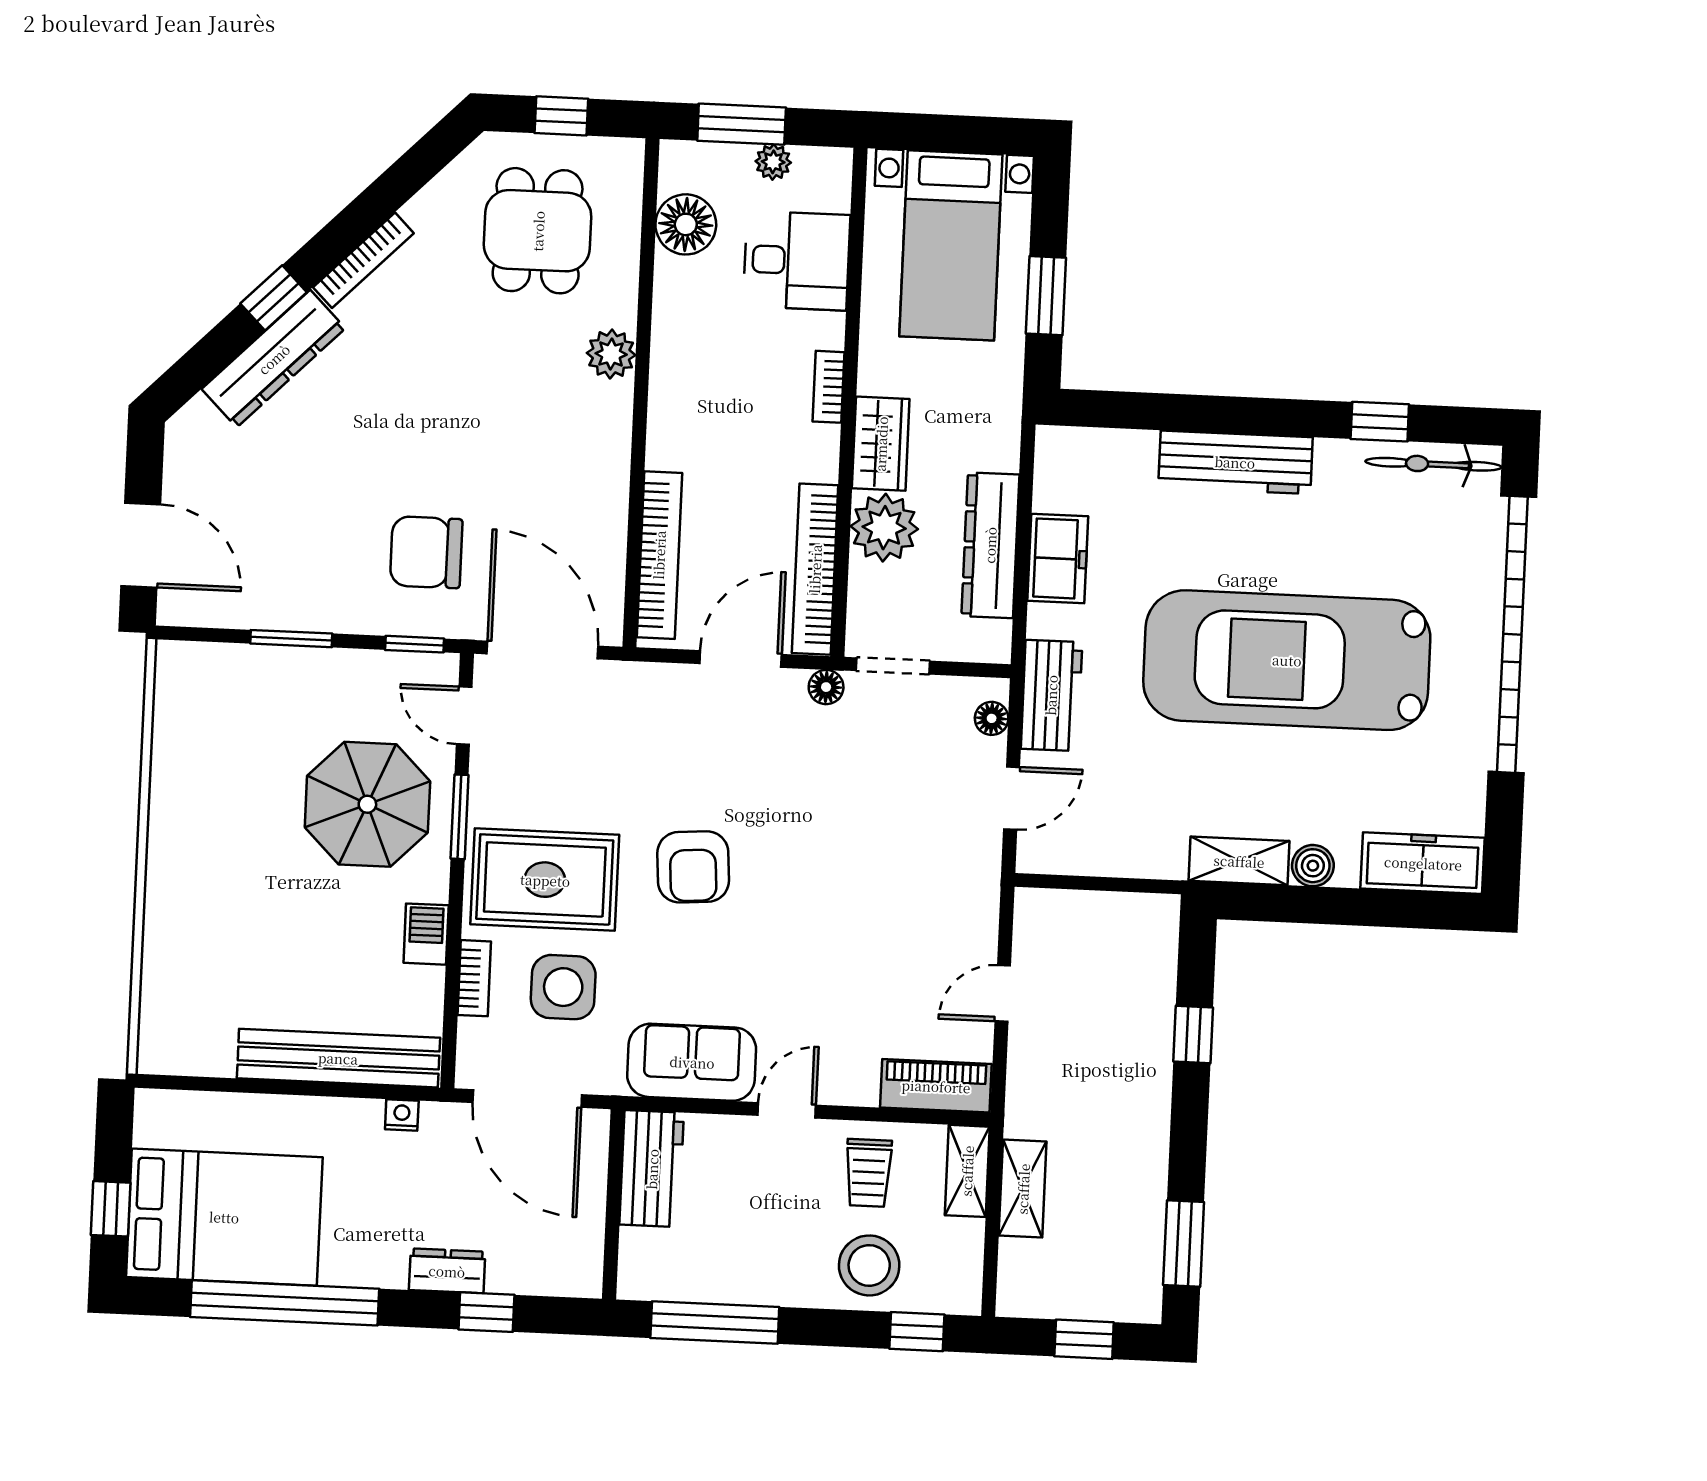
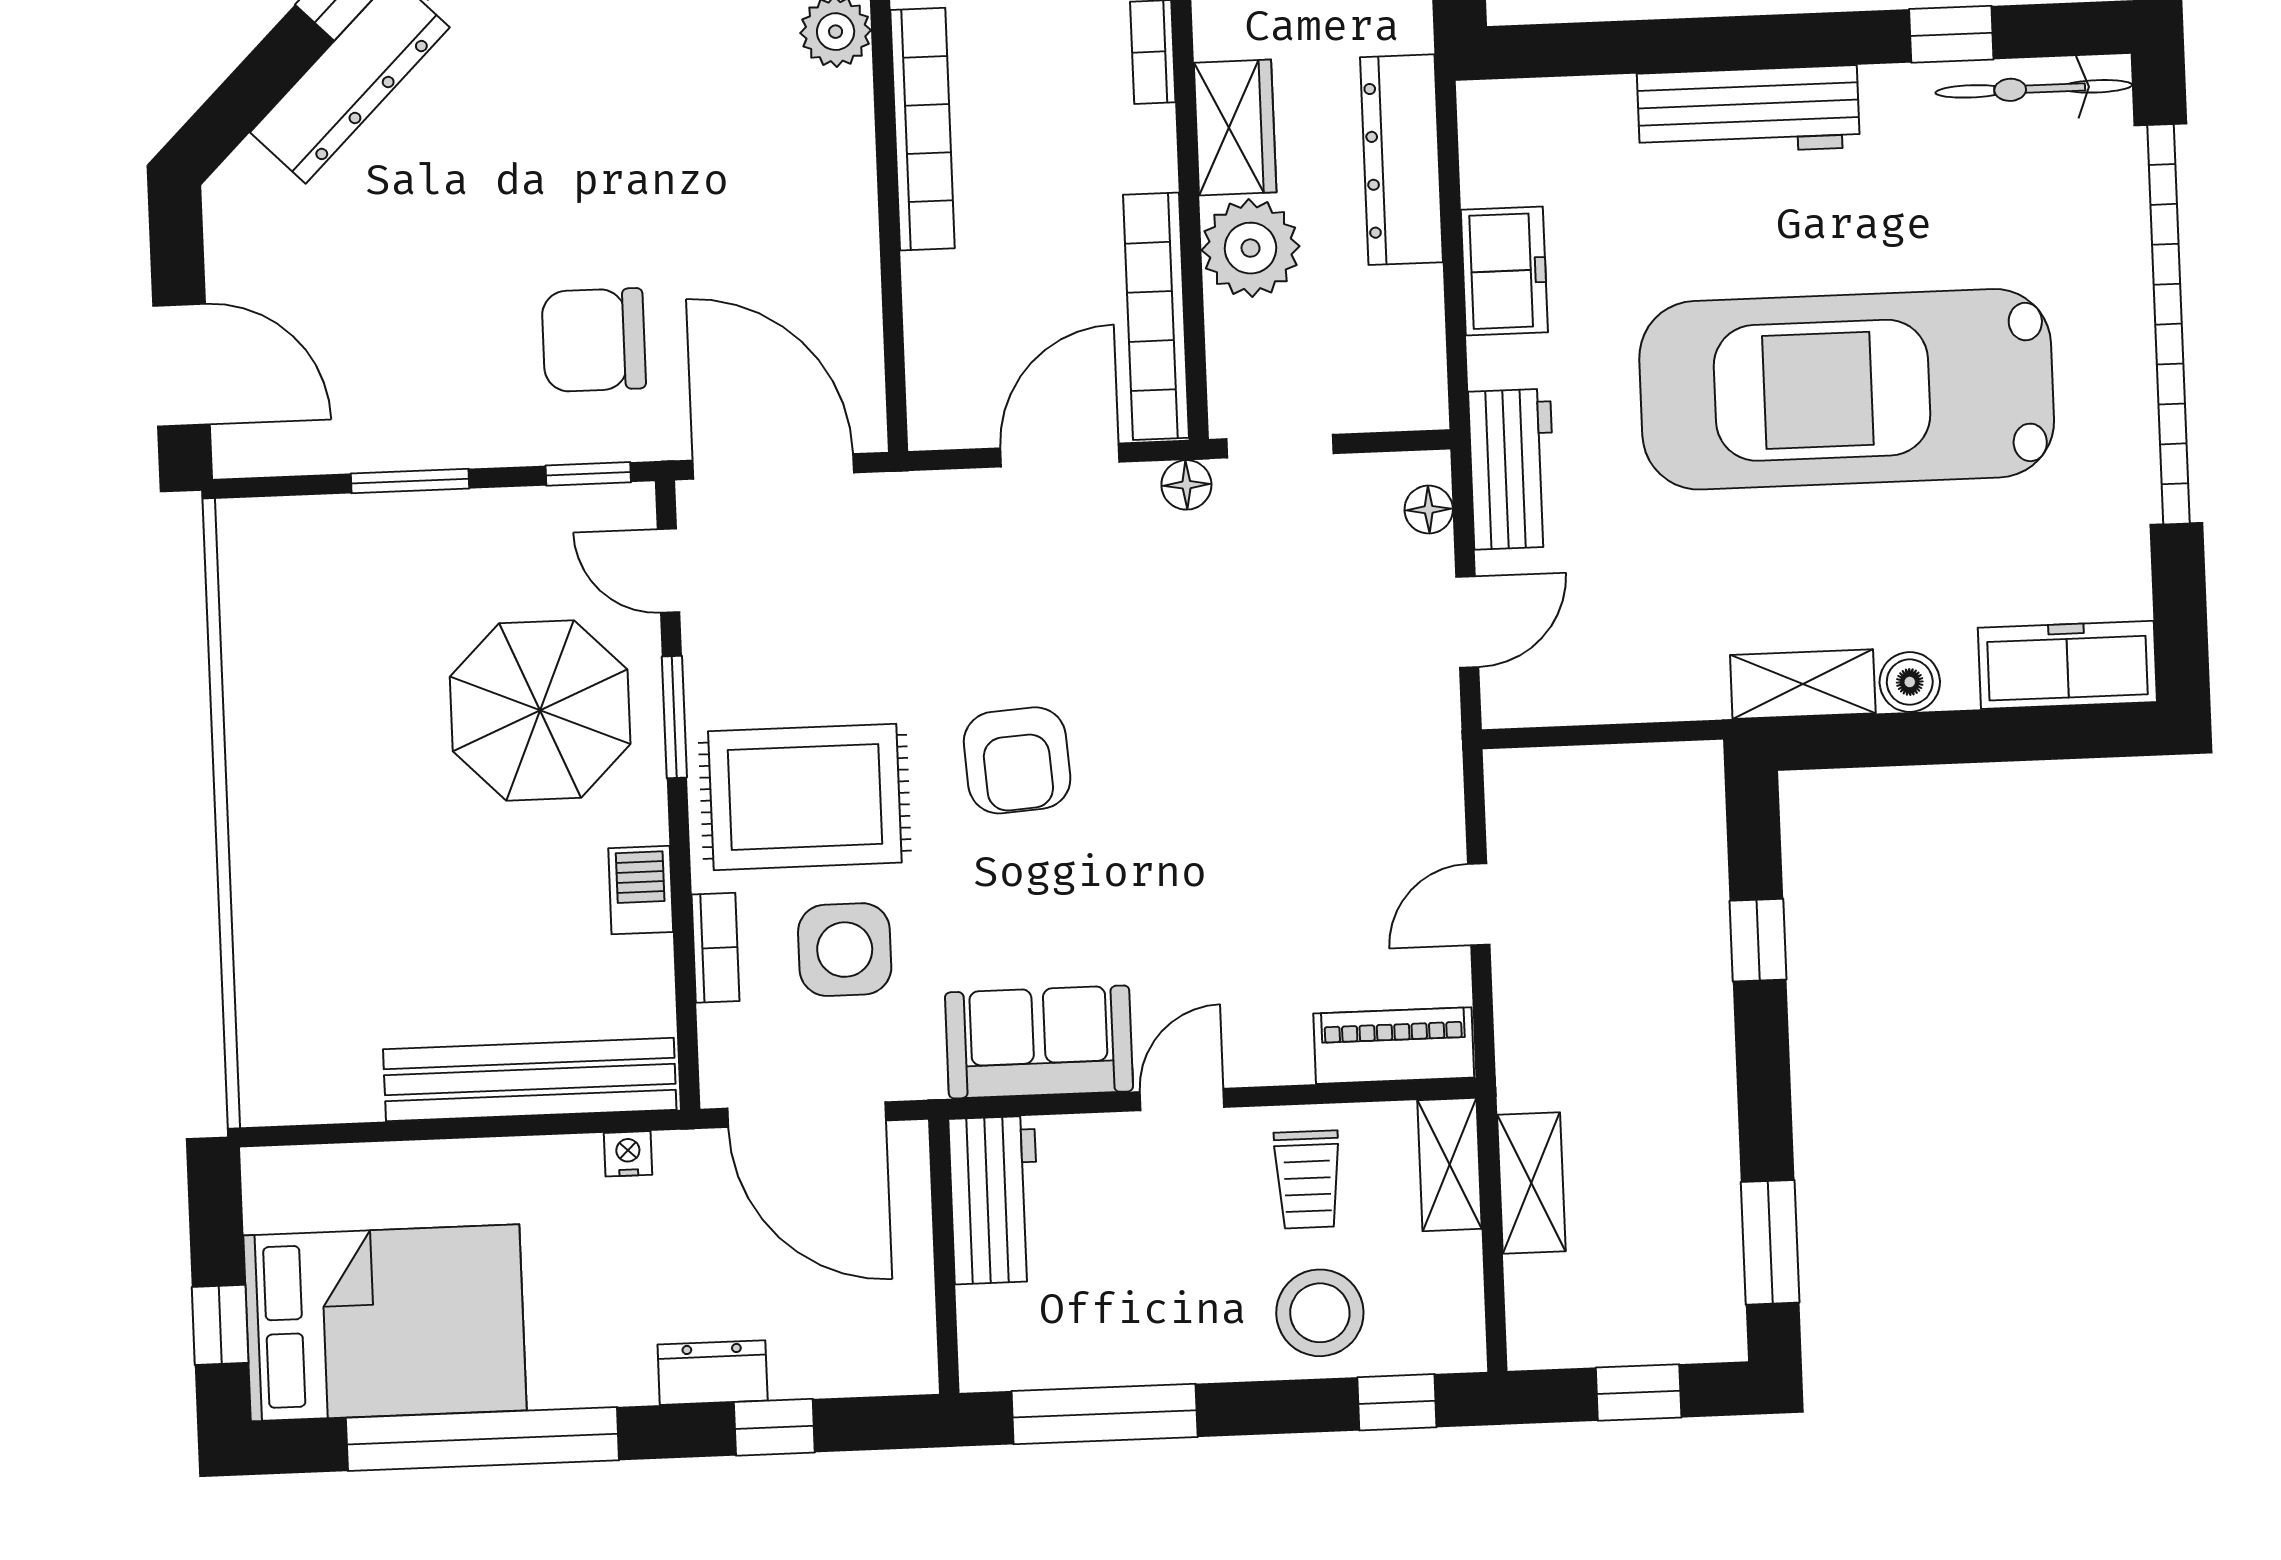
dresser: (990, 545) -> (1402, 160), moved
bookcase: (659, 555) -> (923, 129), moved

